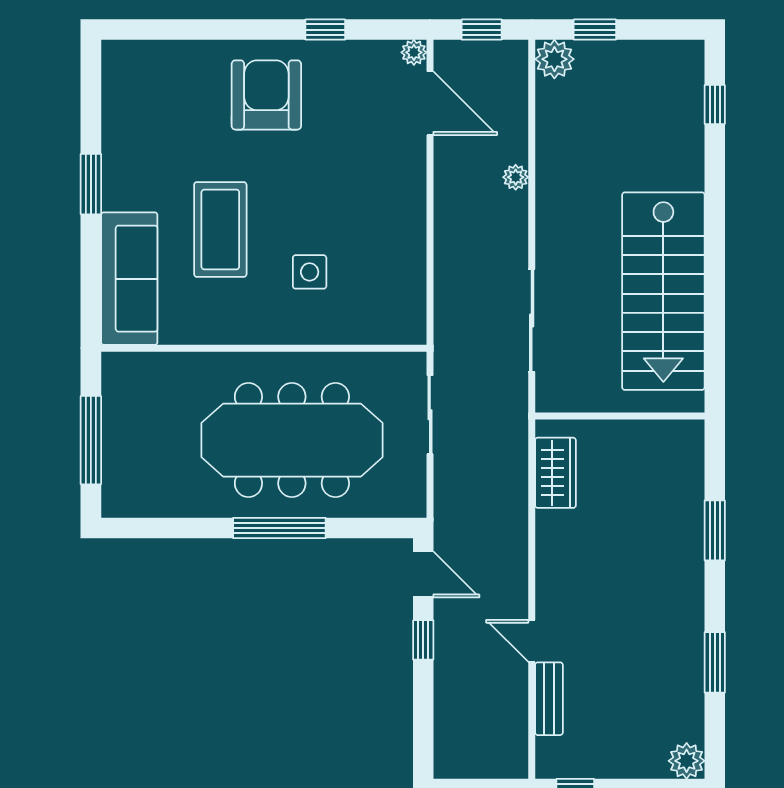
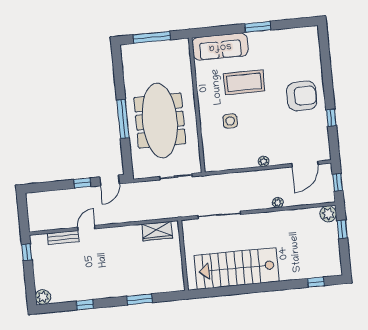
plant: (414, 52) -> (264, 161), moved
window: (715, 662) -> (85, 305), width x0.67

